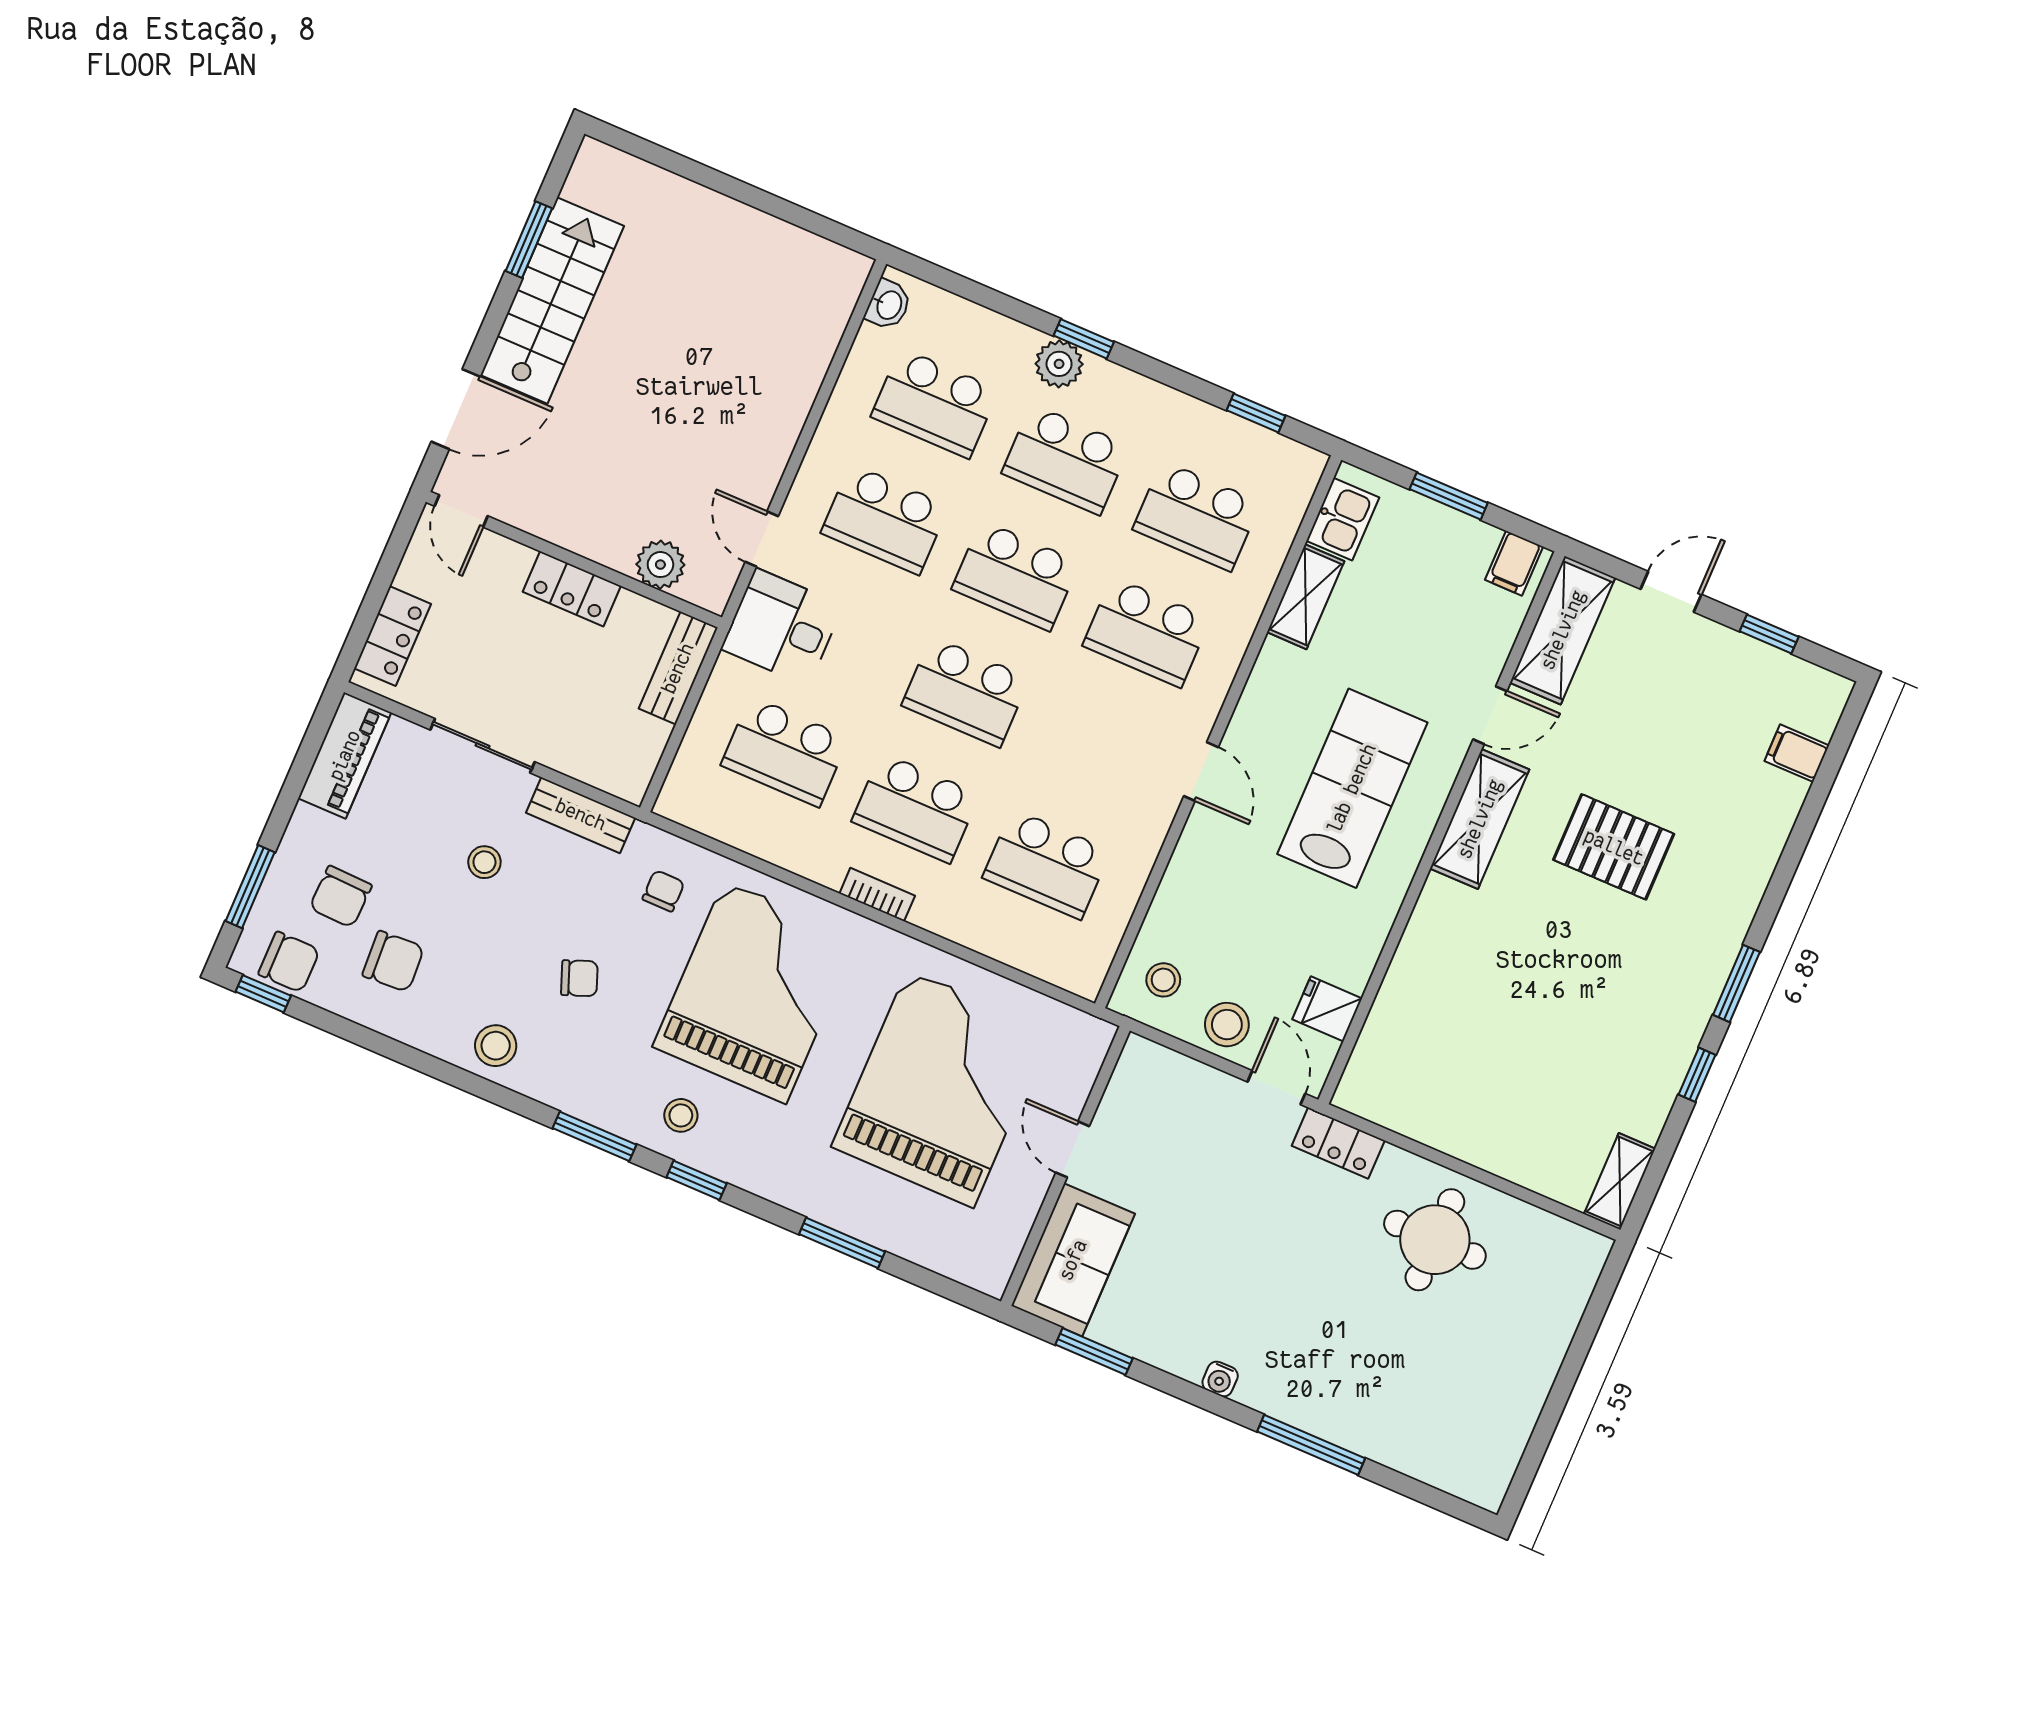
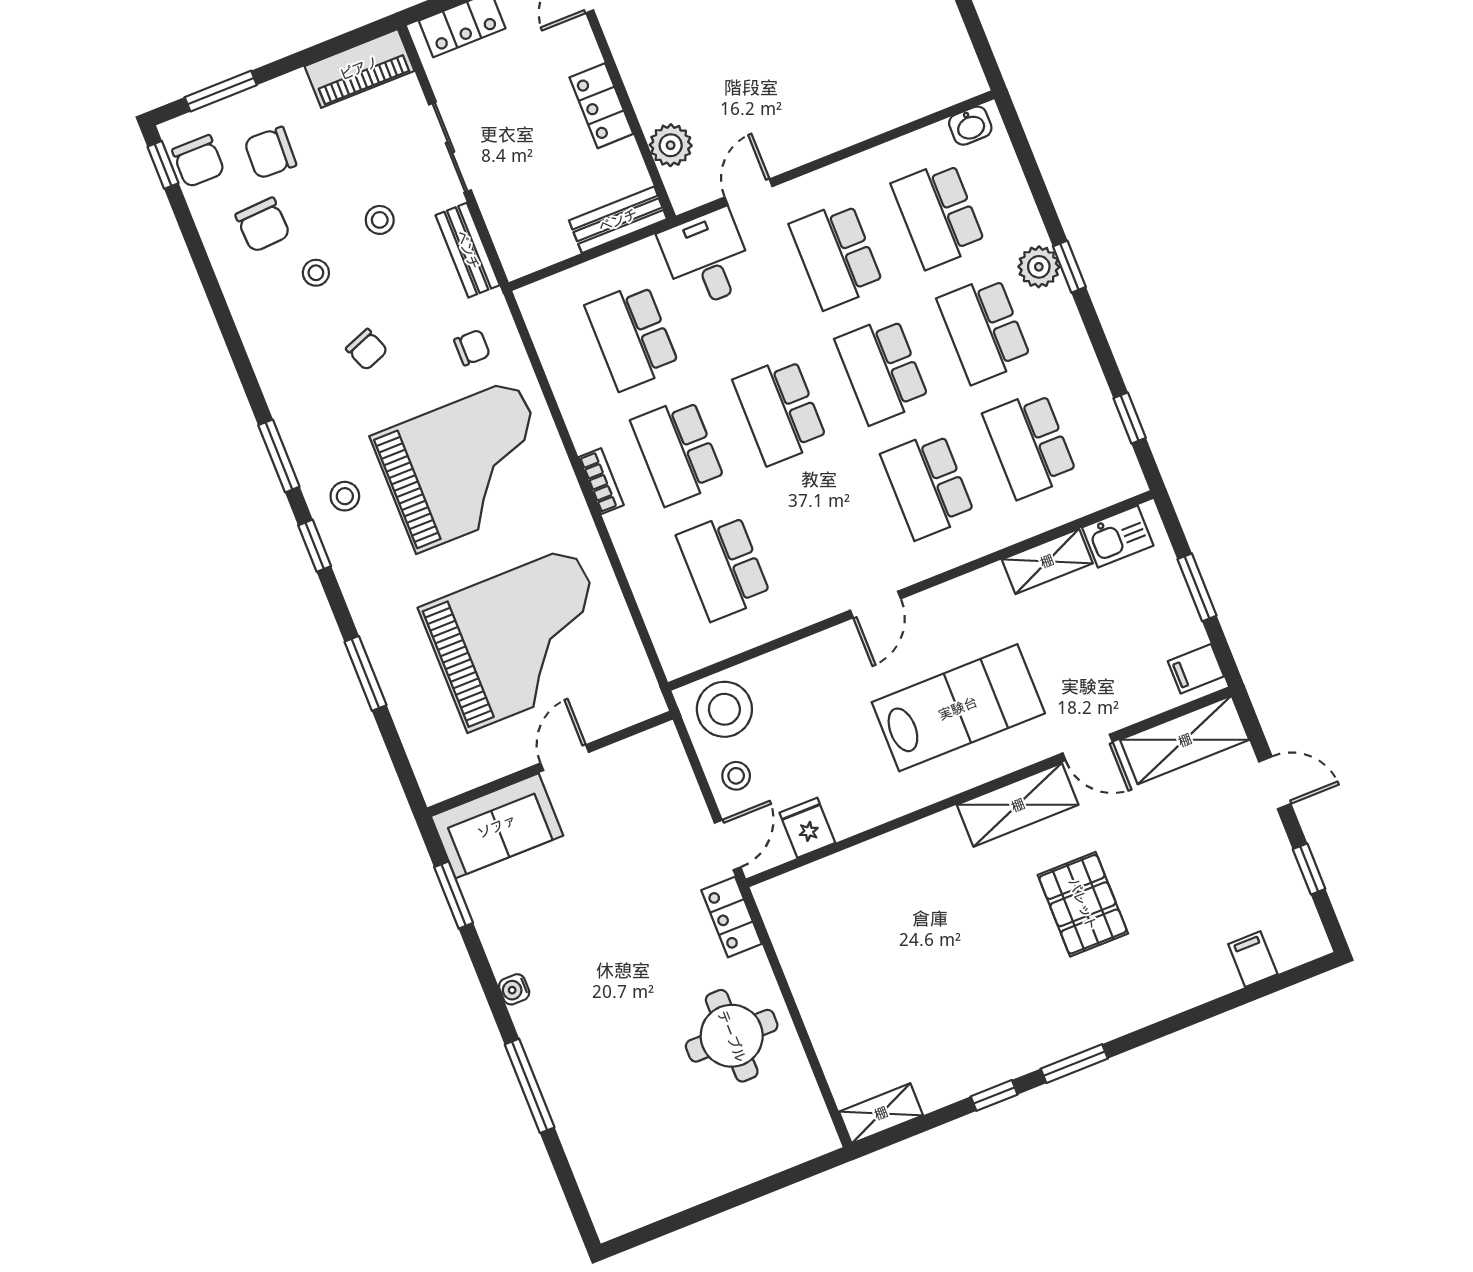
stool: (1163, 980) -> (724, 709), width x1.89, depth x1.89
stool: (1227, 1025) -> (736, 776), width x0.73, depth x0.73
stool: (496, 1046) -> (316, 273), moved, width x0.73, depth x0.73

